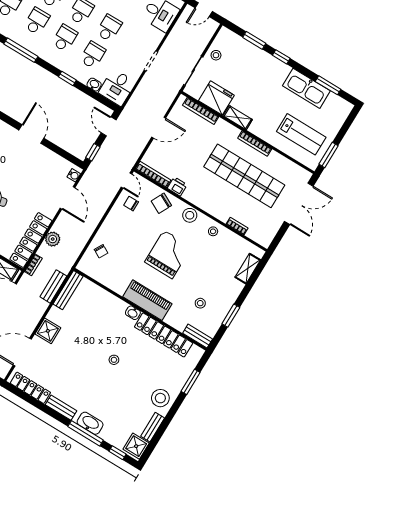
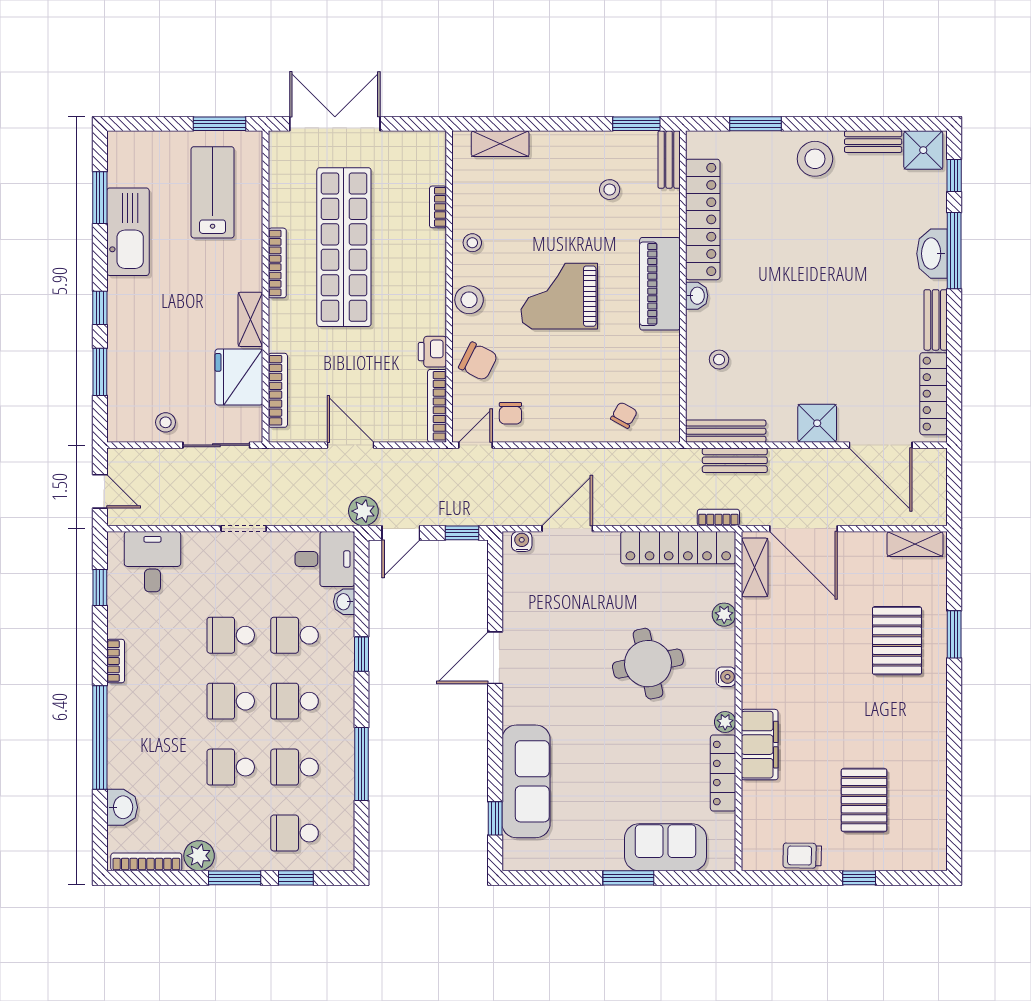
plant: (53, 239) -> (363, 511), moved
window: (231, 316) -> (636, 124), moved
stool: (114, 360) -> (719, 360), moved

